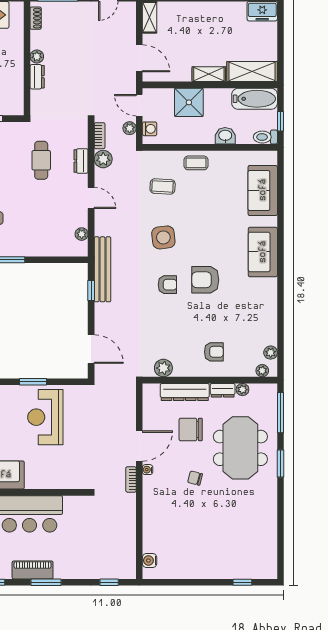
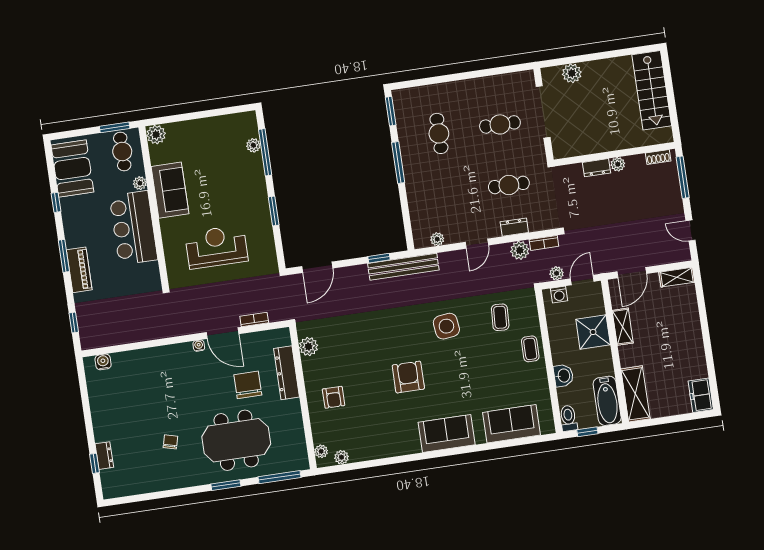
shelving: (209, 74) -> (623, 327), moved
armchair: (167, 285) -> (397, 338), removed
dresser: (223, 390) -> (104, 456), moved, turned 180
plant: (242, 390) -> (298, 433), removed
reception desk: (45, 417) -> (216, 247), moved
chair: (195, 478) -> (170, 442), moved
bookcase: (131, 479) -> (254, 319), moved
piano: (33, 570) -> (79, 270), moved

